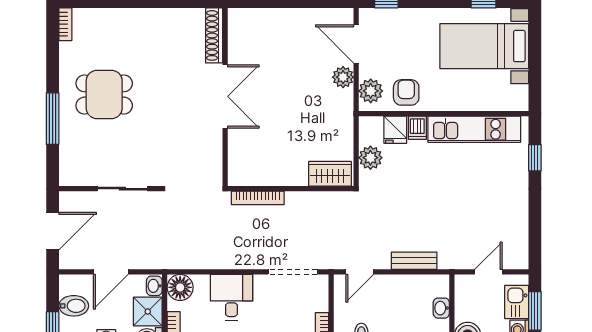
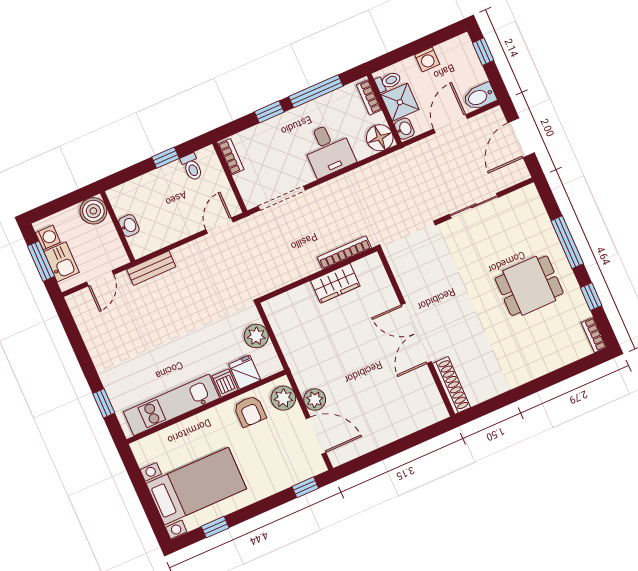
window: (53, 60) -> (591, 297), added
wardrobe: (330, 174) -> (335, 283), moved
bench: (414, 261) -> (151, 268), moved
bidet: (74, 306) -> (480, 97), moved

